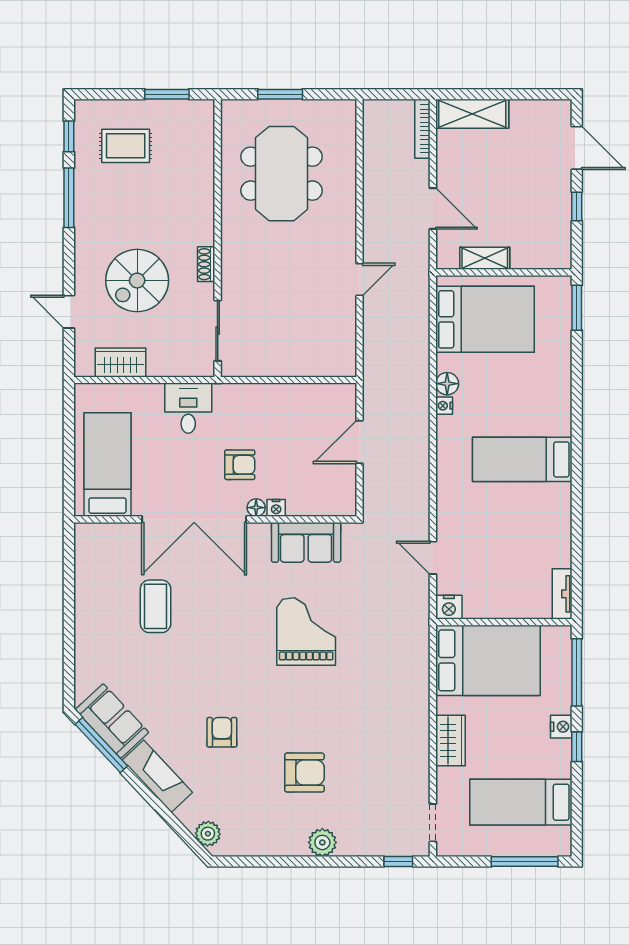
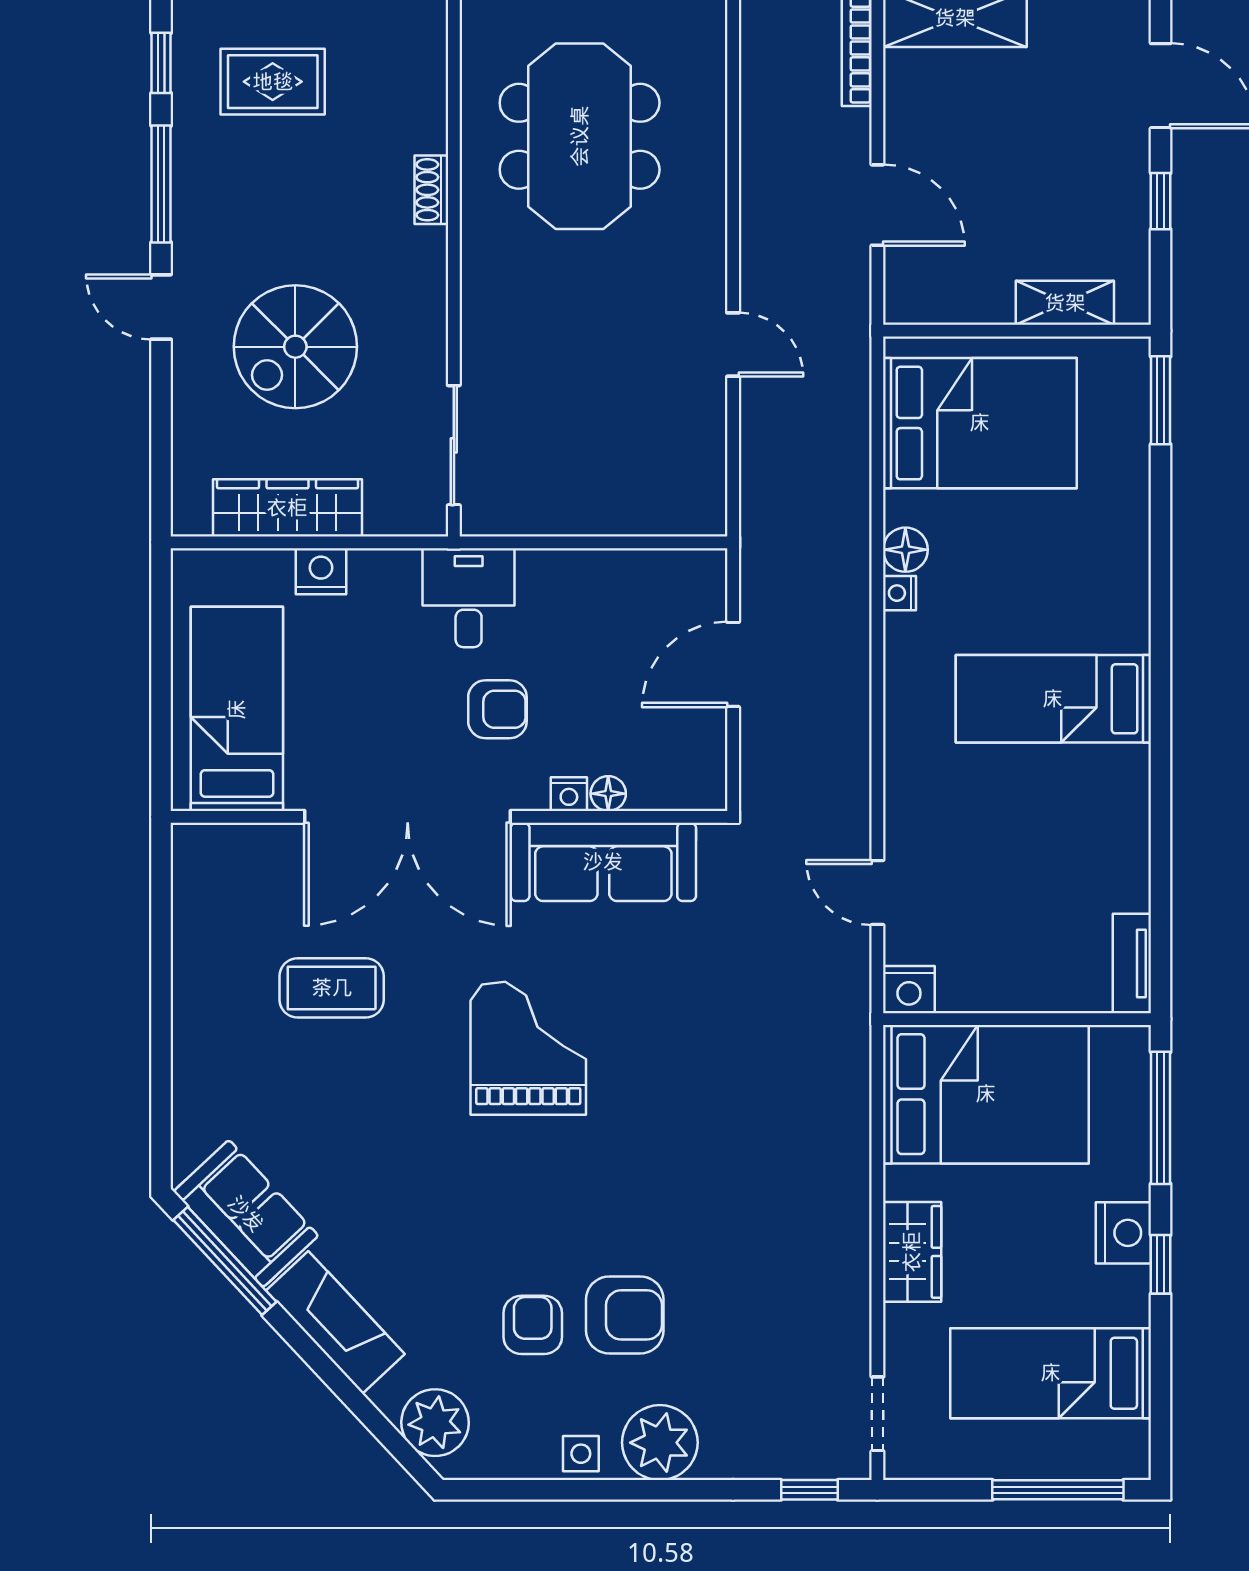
shelving: (485, 258) -> (1065, 303), moved
shoe rack: (206, 264) -> (431, 190), moved
door: (359, 279) -> (733, 345), hinge flipped
door: (69, 312) -> (161, 307), moved
wardrobe: (121, 362) -> (287, 508), width x1.50
nightstand: (150, 395) -> (321, 571), added
desk: (188, 408) -> (469, 598), moved
floor lamp: (256, 508) -> (608, 794), moved
sofa: (306, 542) -> (603, 862), width x1.36
coffee table: (156, 606) -> (332, 988), turned 90
grand piano: (306, 632) -> (528, 1048), moved
nightstand: (561, 727) -> (1123, 1233), width x1.36, depth x1.33
armchair: (222, 732) -> (533, 1325), moved
plant: (208, 834) -> (435, 1423), width x1.36, depth x1.36
plant: (322, 842) -> (660, 1443), width x1.36, depth x1.36
side table: (282, 843) -> (581, 1454), added

